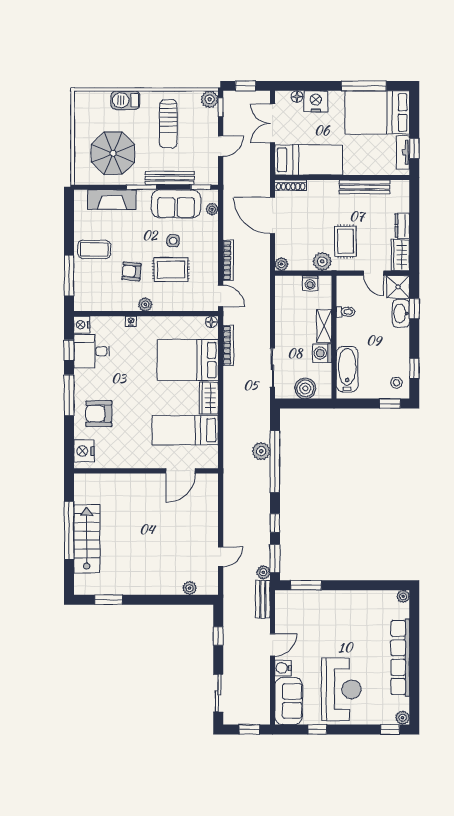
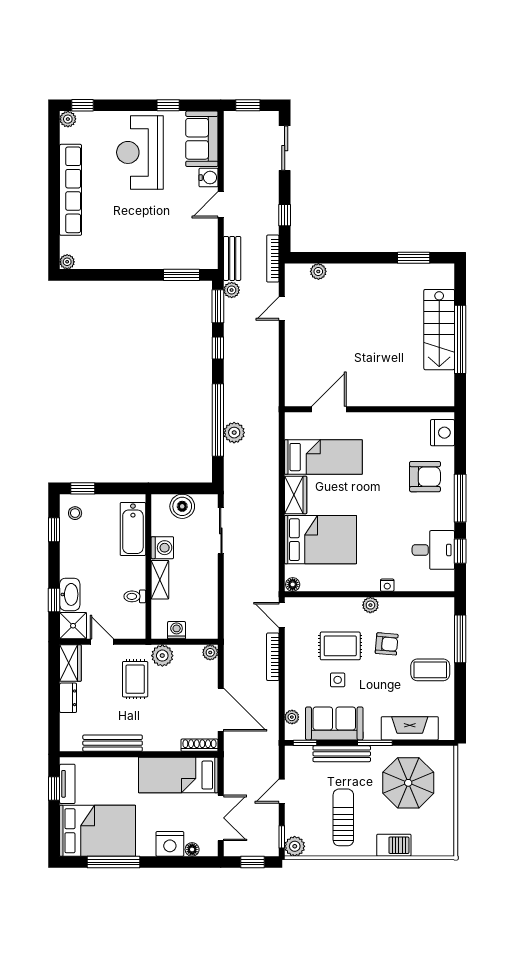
nightstand: (82, 325) -> (445, 581), removed
bookcase: (228, 345) -> (273, 259), moved

